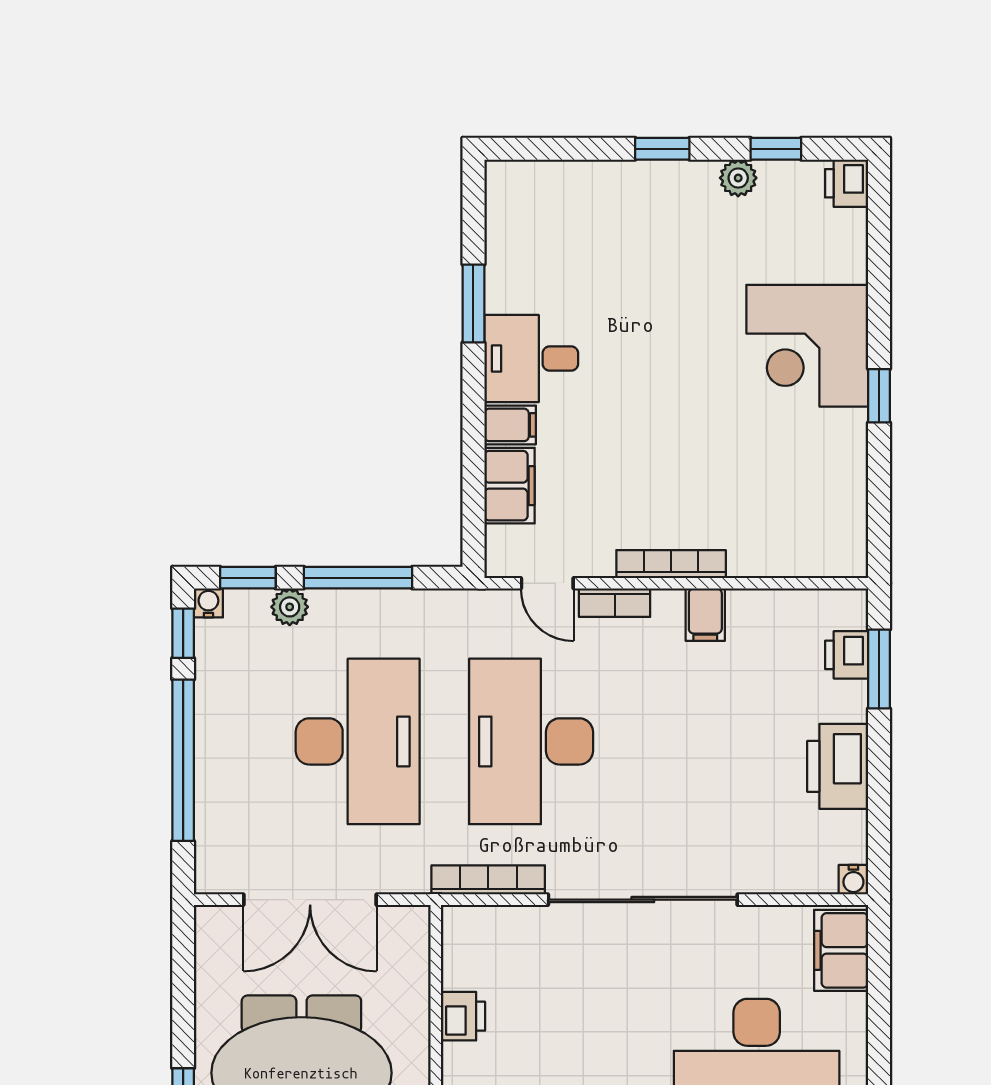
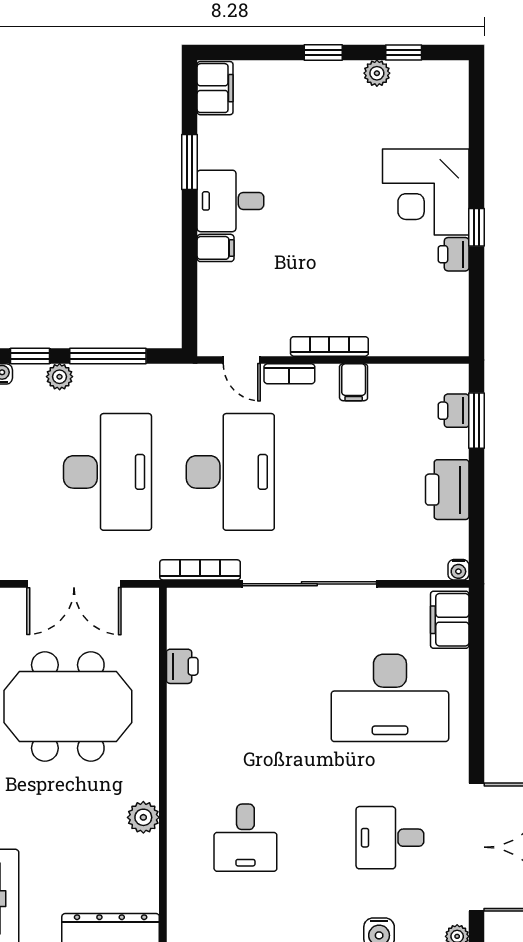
printer: (847, 183) -> (454, 254), moved
filing cabinet: (509, 486) -> (215, 88), moved
desk: (531, 741) -> (230, 472), turned 180

